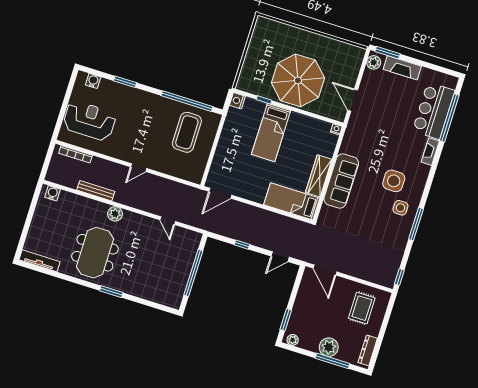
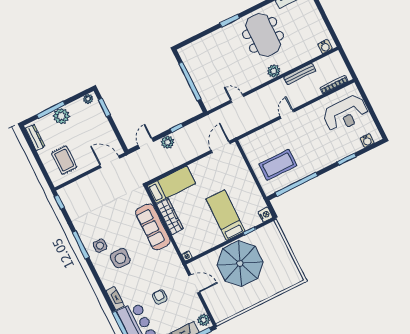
armchair: (392, 117) -> (160, 297), added
coffee table: (187, 132) -> (278, 165), turned 90
plant: (261, 240) -> (168, 142), added

